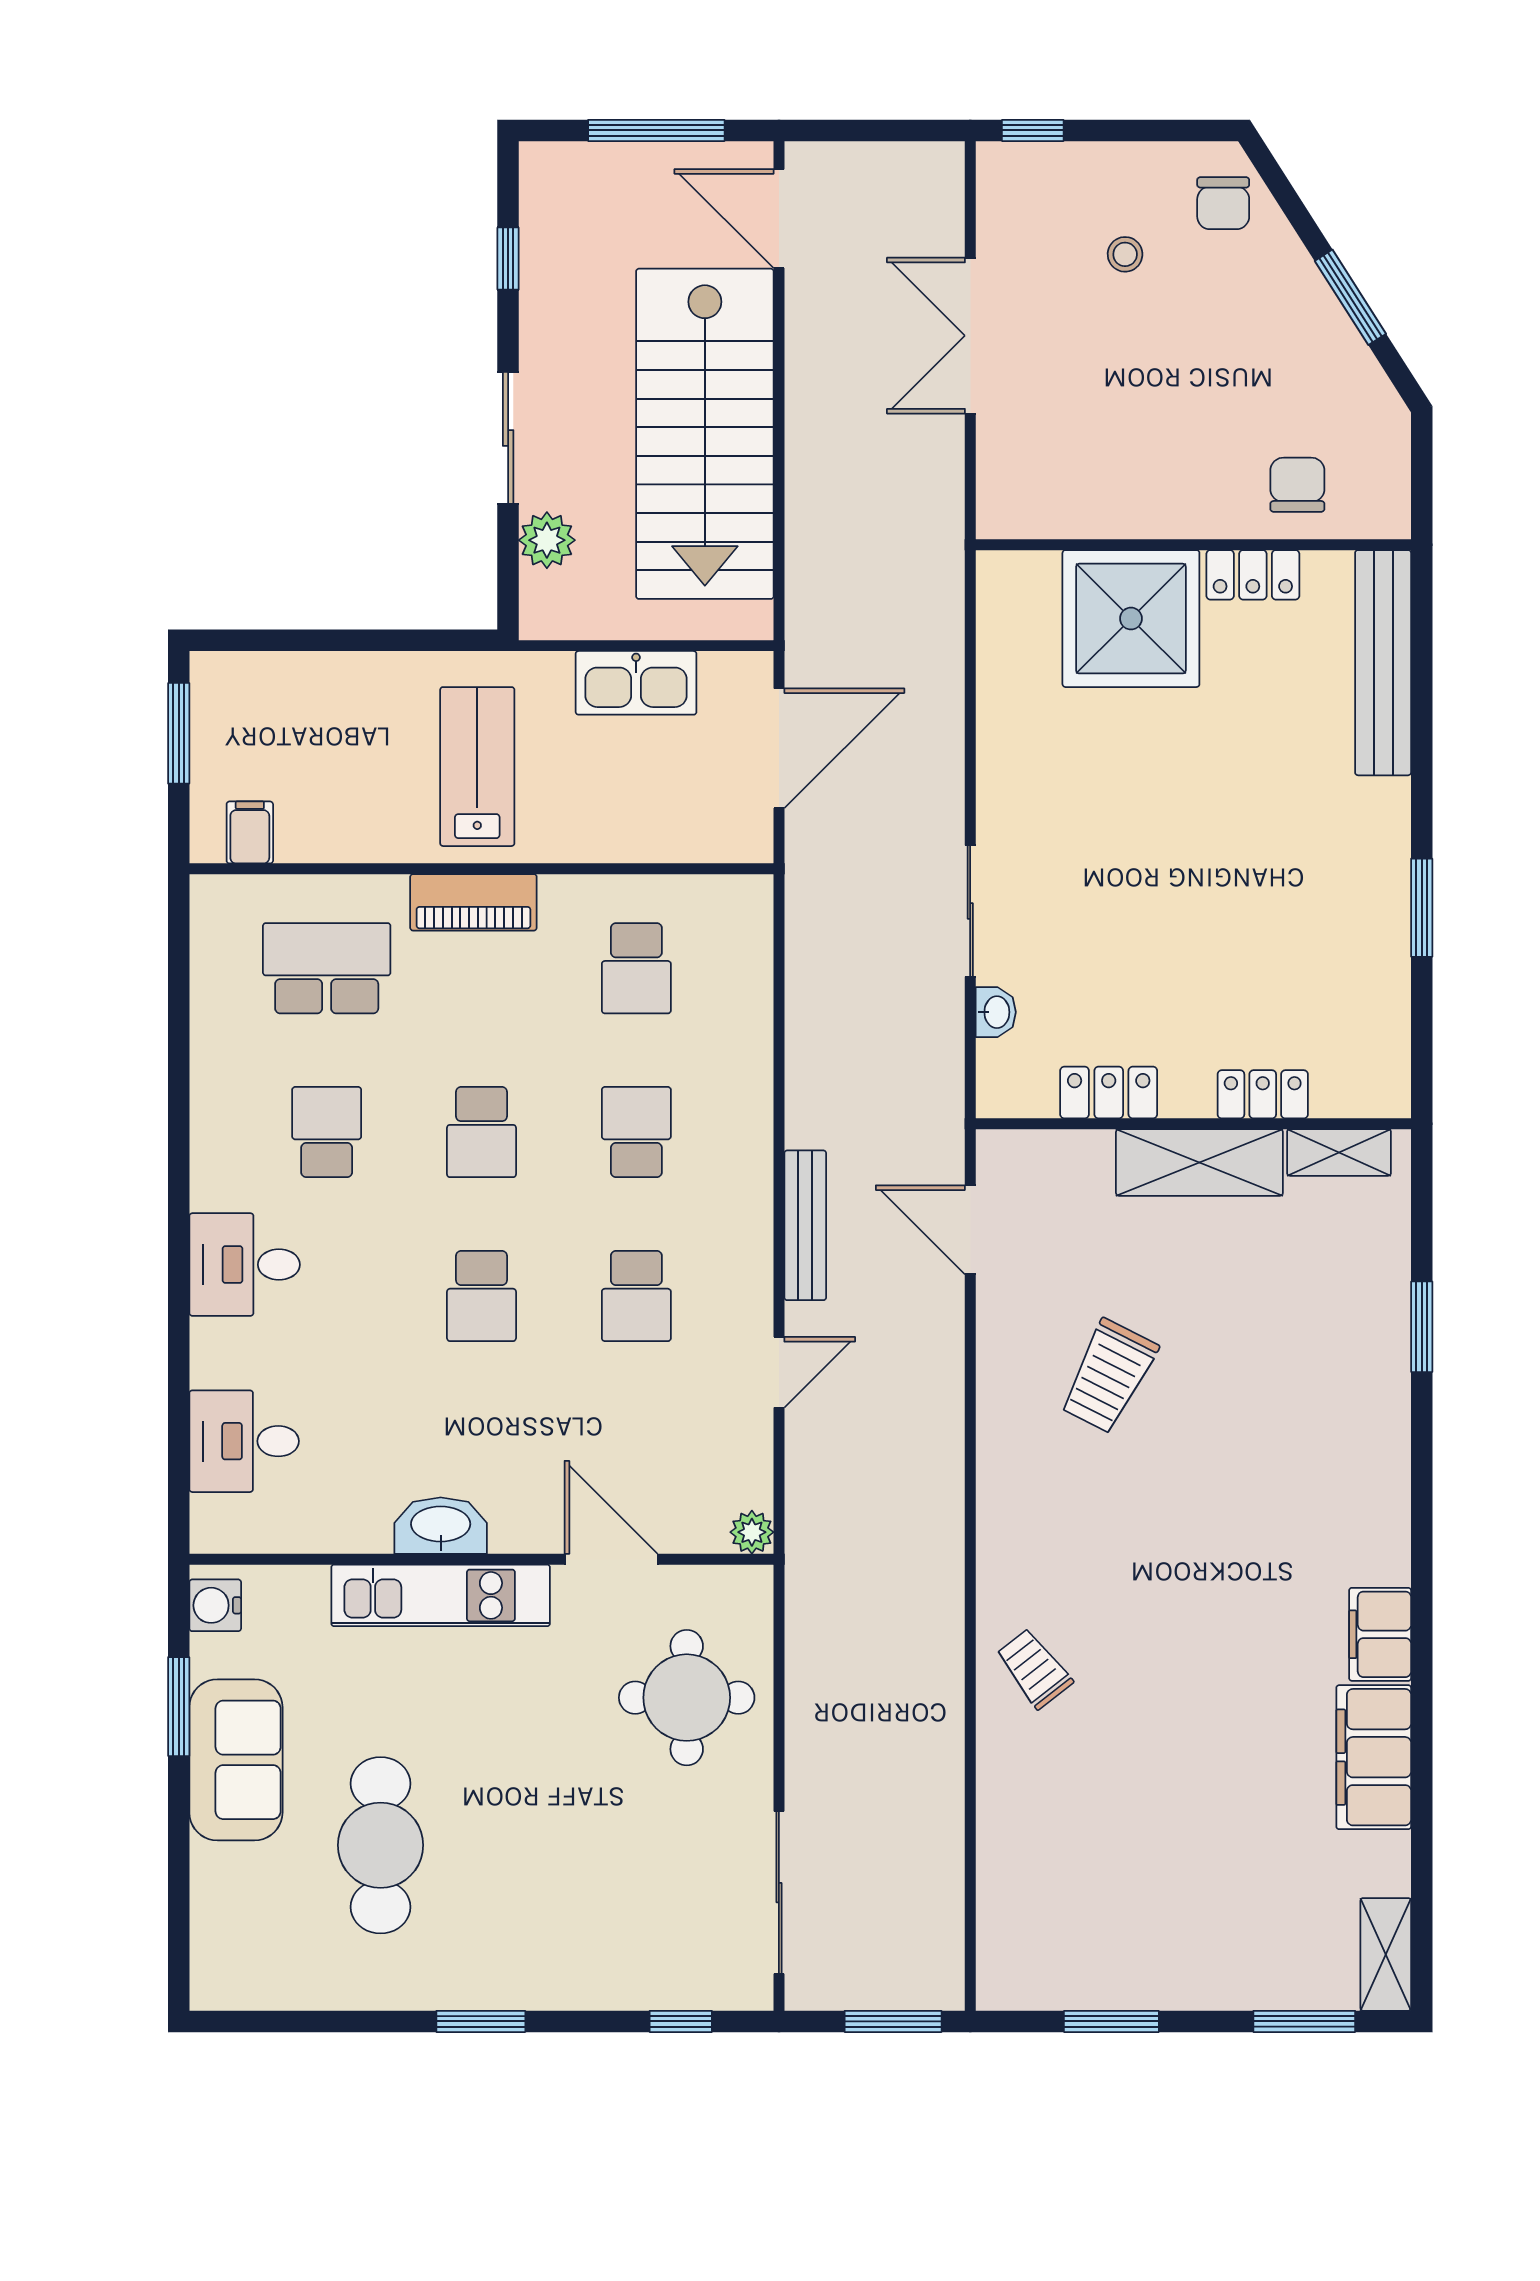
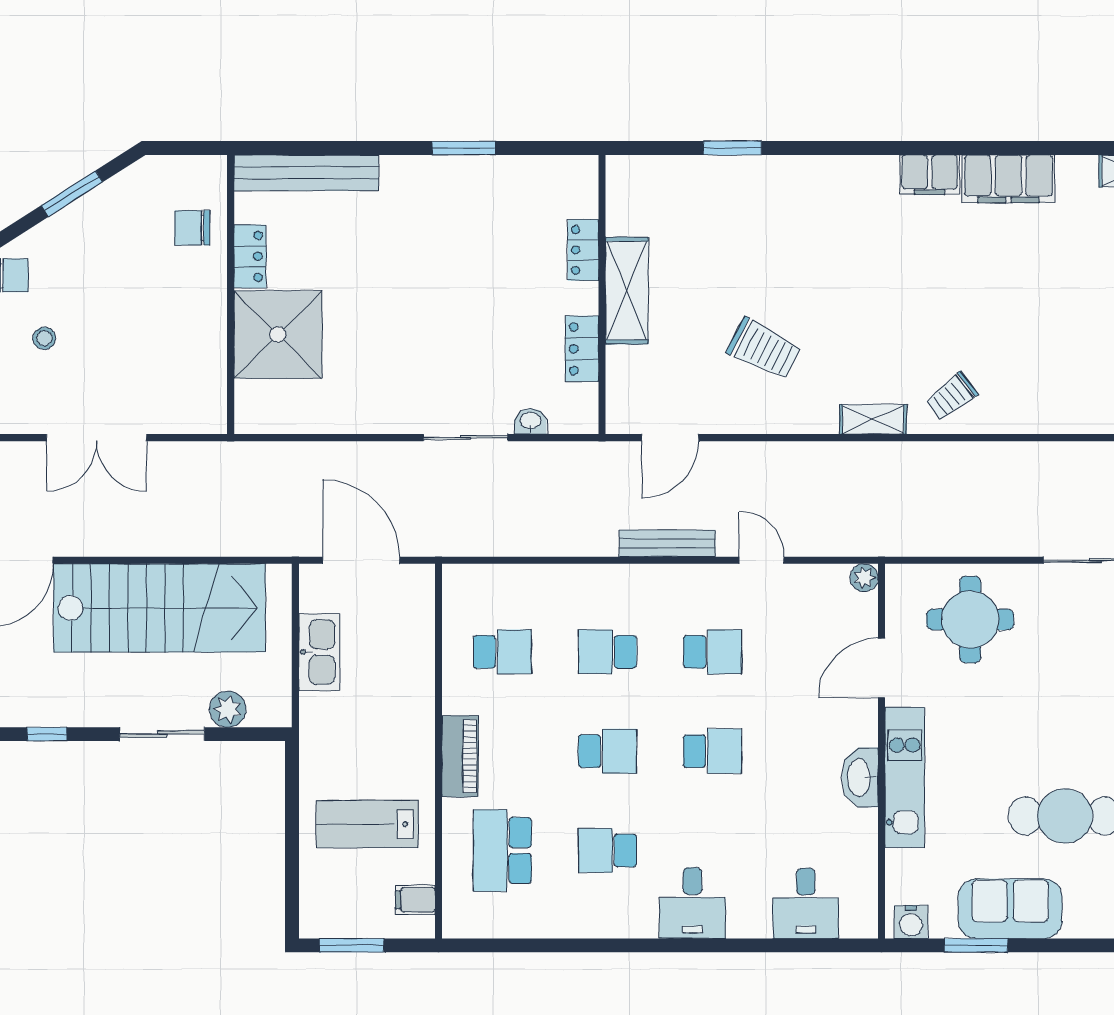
lab bench: (477, 767) -> (367, 824), moved
shelving: (1339, 1152) -> (873, 419), moved, turned 90

